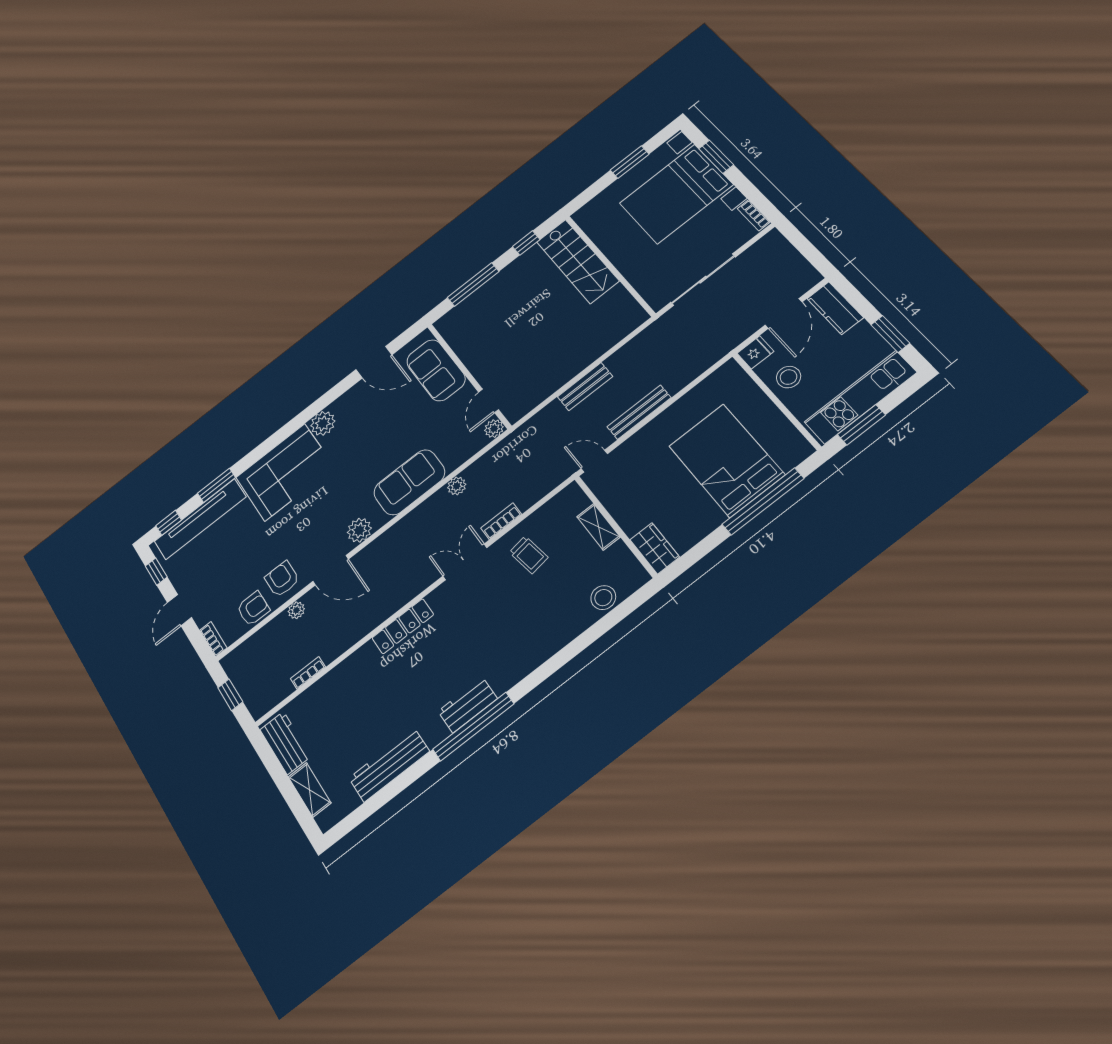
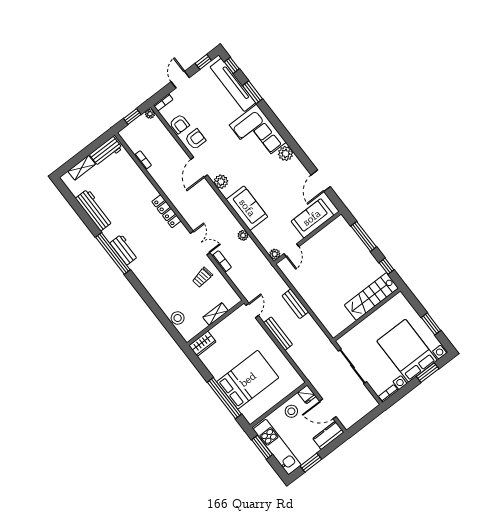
door: (489, 401) -> (291, 250), swing flipped
door: (179, 610) -> (180, 80), hinge flipped
plant: (296, 610) -> (150, 114), moved

